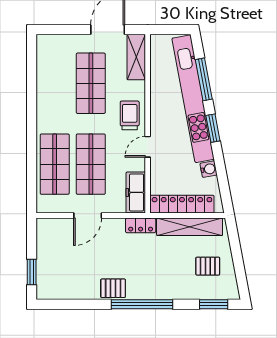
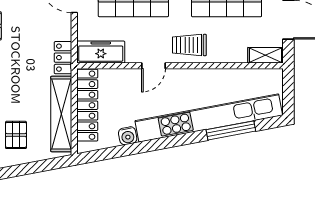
shelving: (136, 57) -> (265, 55), width x0.67, depth x0.75
trolley: (130, 115) -> (189, 45), turned 180
window: (213, 128) -> (175, 141), removed
door: (148, 147) -> (153, 66), swing flipped

